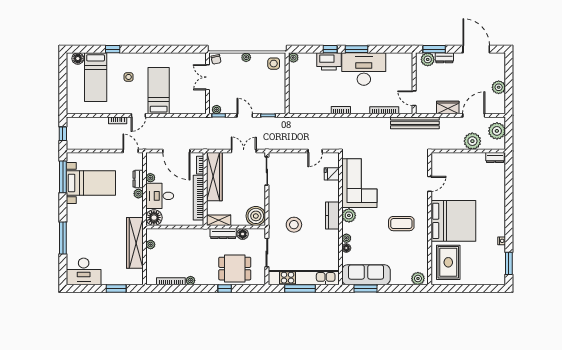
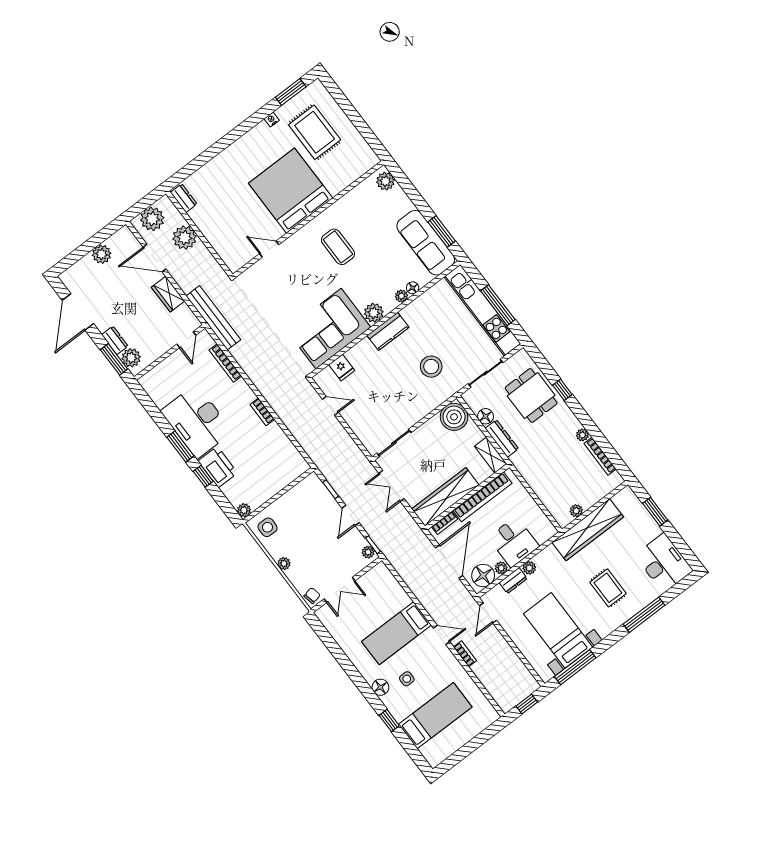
floor lamp: (78, 59) -> (380, 687), moved
floor lamp: (154, 218) -> (483, 575), moved
rug: (93, 229) -> (608, 588), added
rug: (448, 262) -> (315, 132), moved, turned 90

